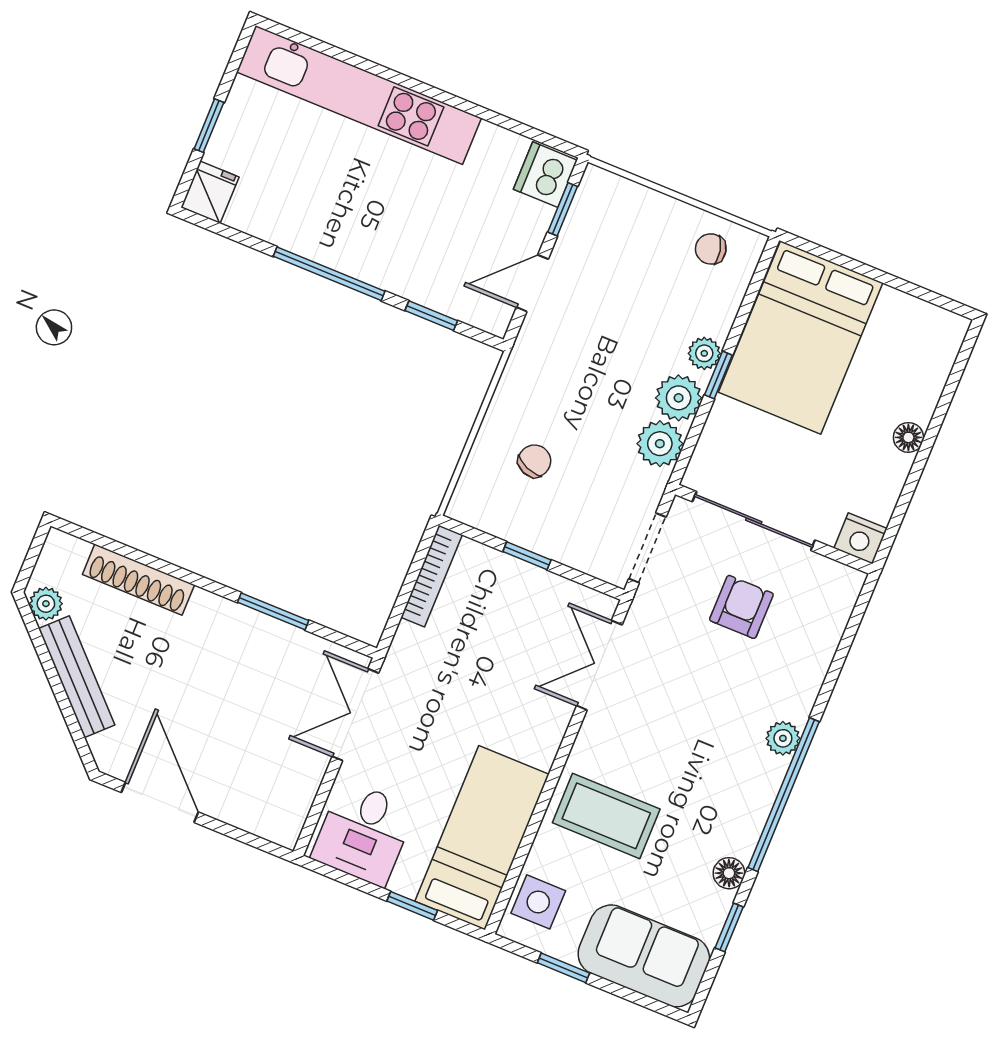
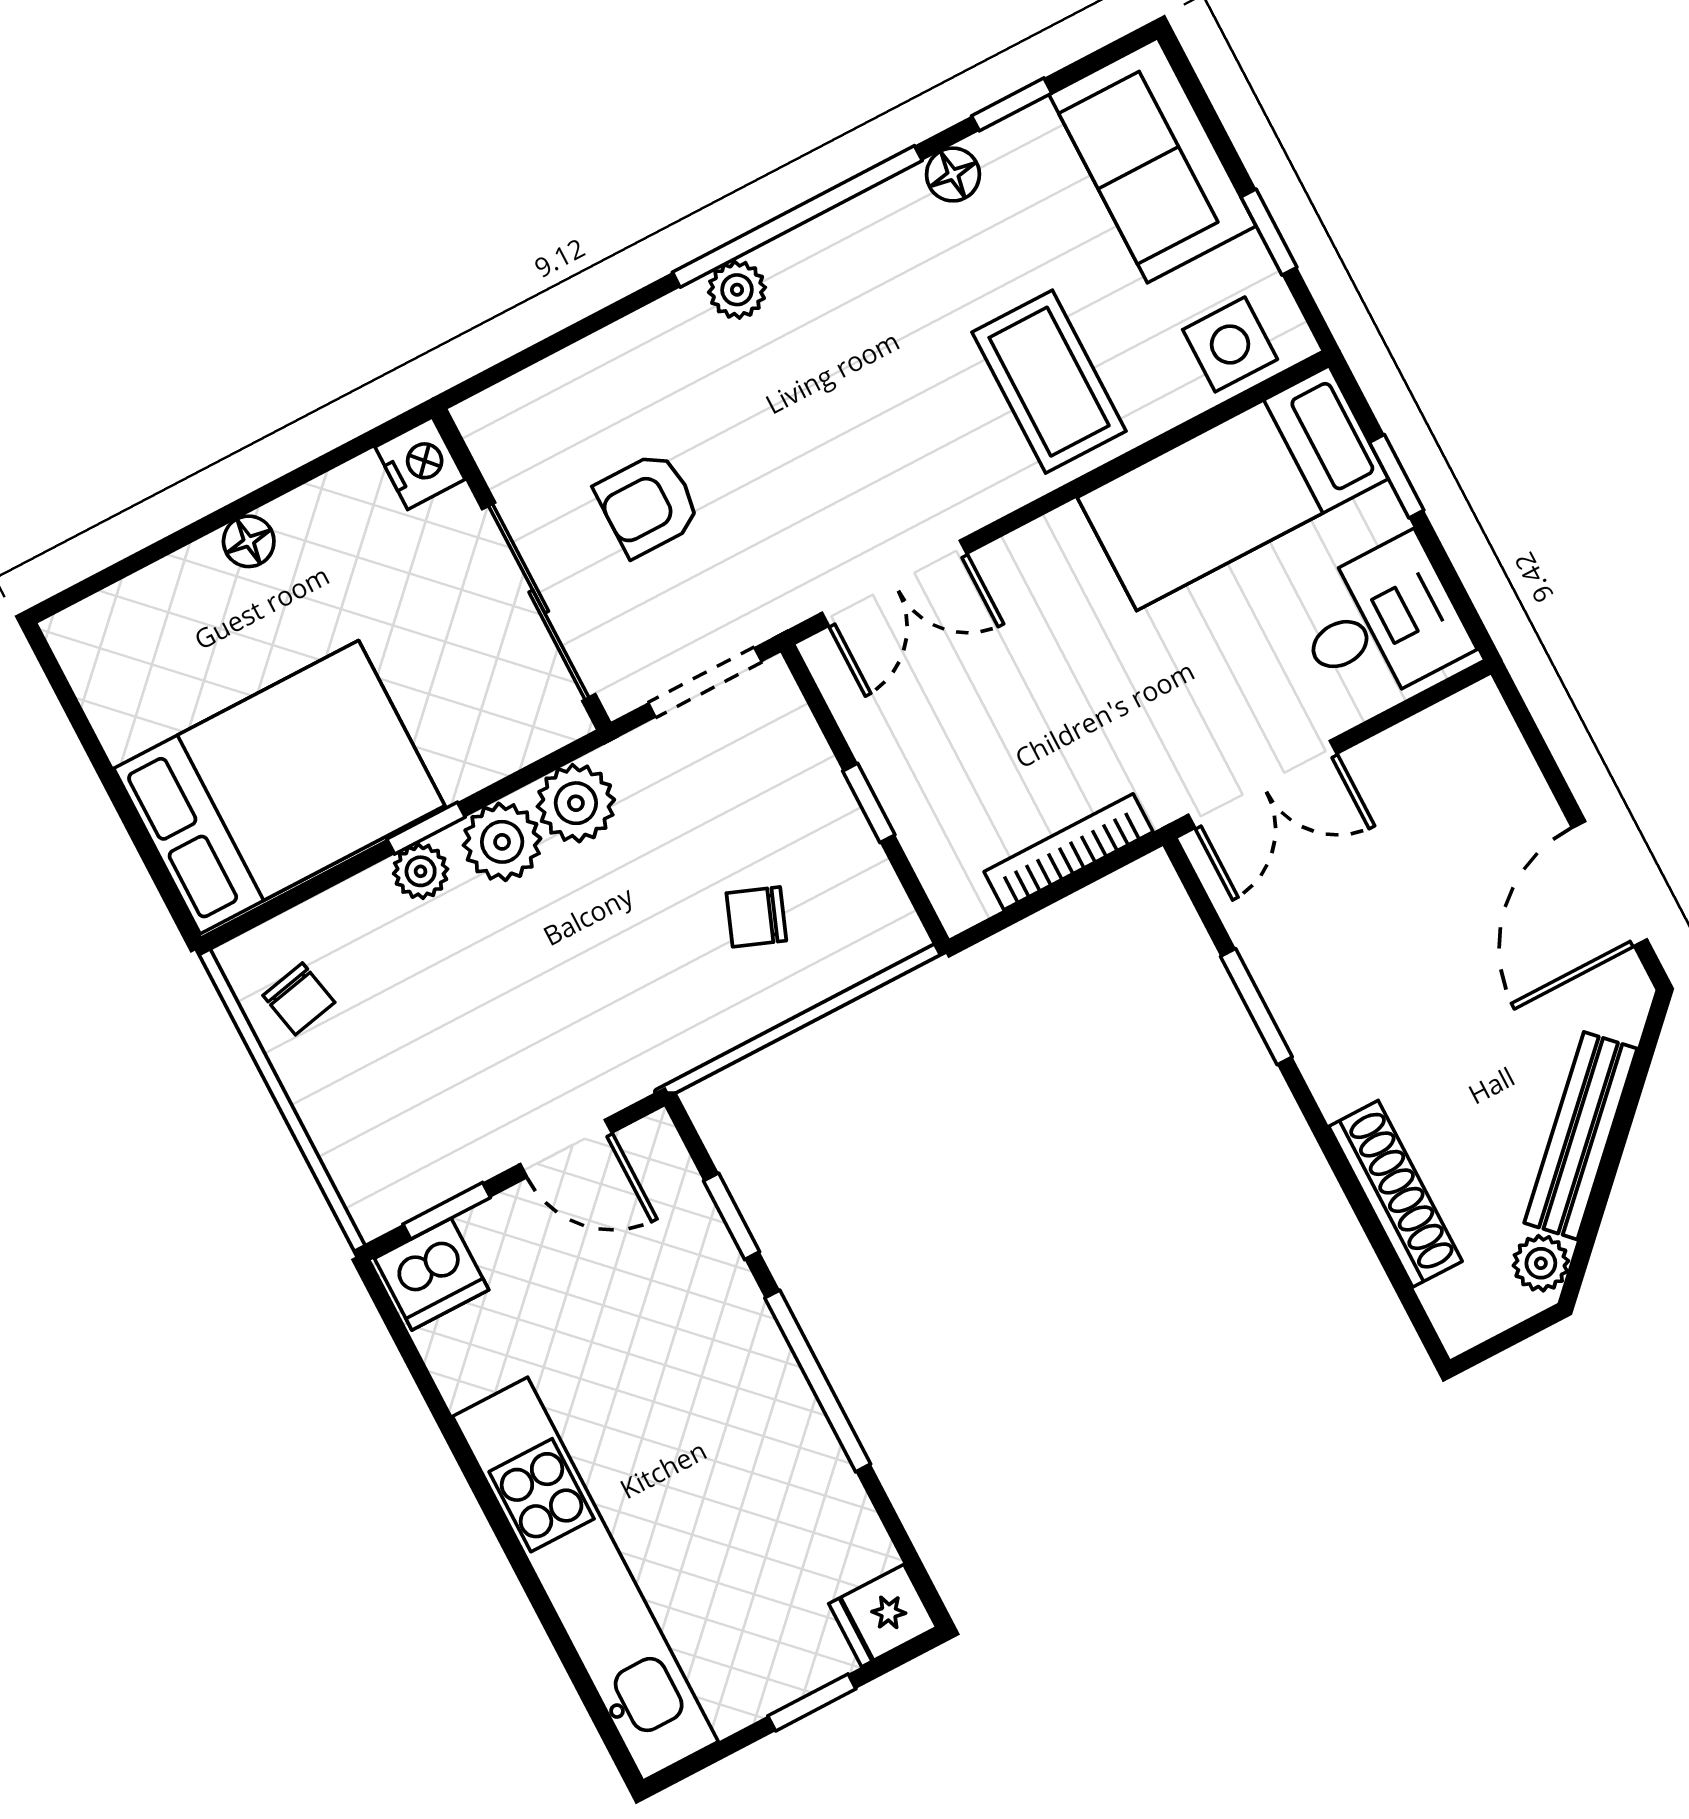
bookcase: (432, 576) -> (1068, 852), moved

